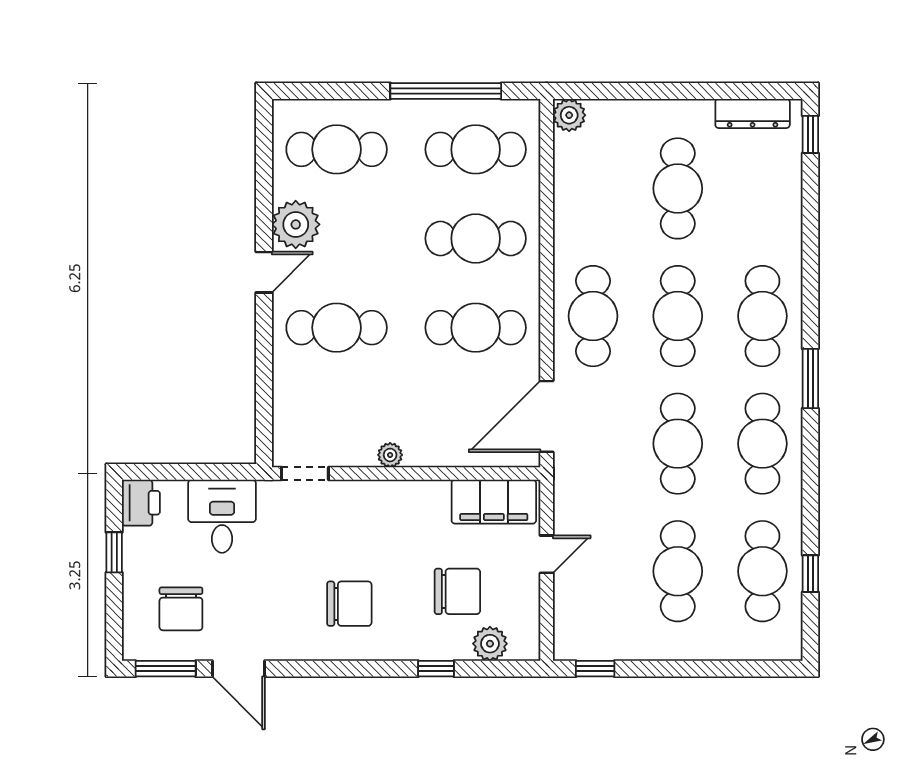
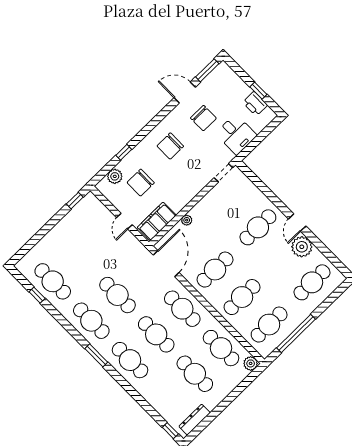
plant: (390, 455) -> (187, 220), moved
printer: (141, 503) -> (255, 104), moved
cafe table: (678, 571) -> (221, 348), moved
chair: (181, 609) -> (203, 118), moved, turned 180

